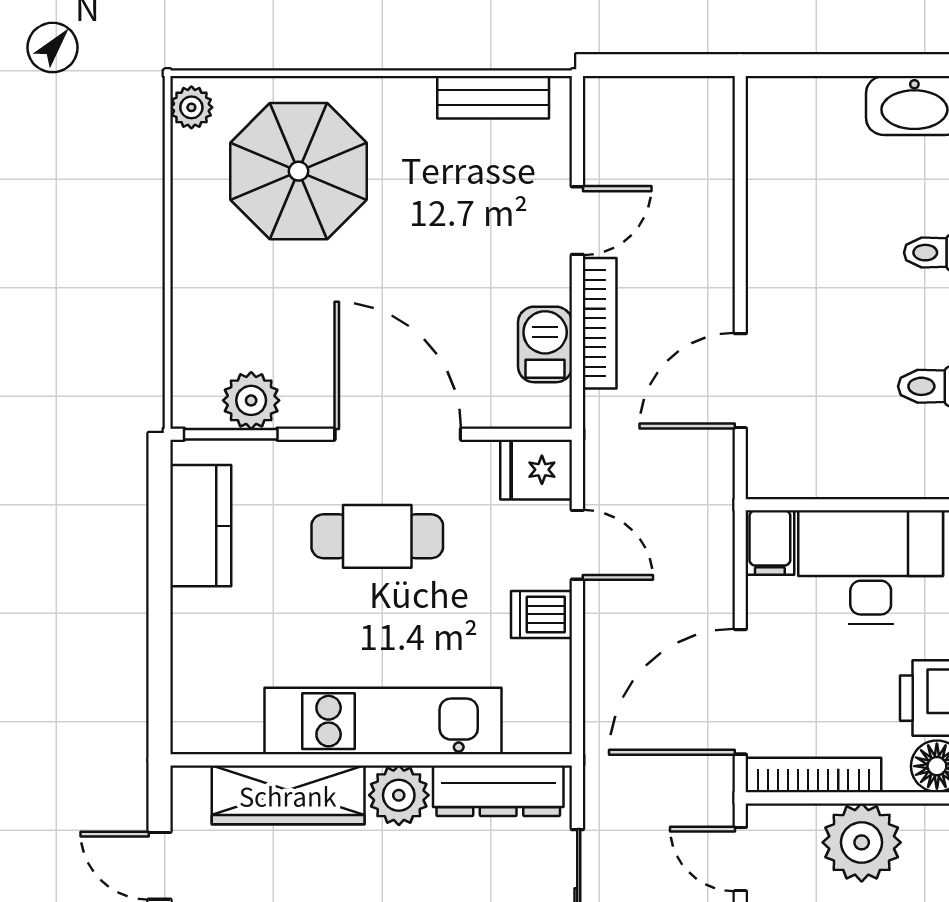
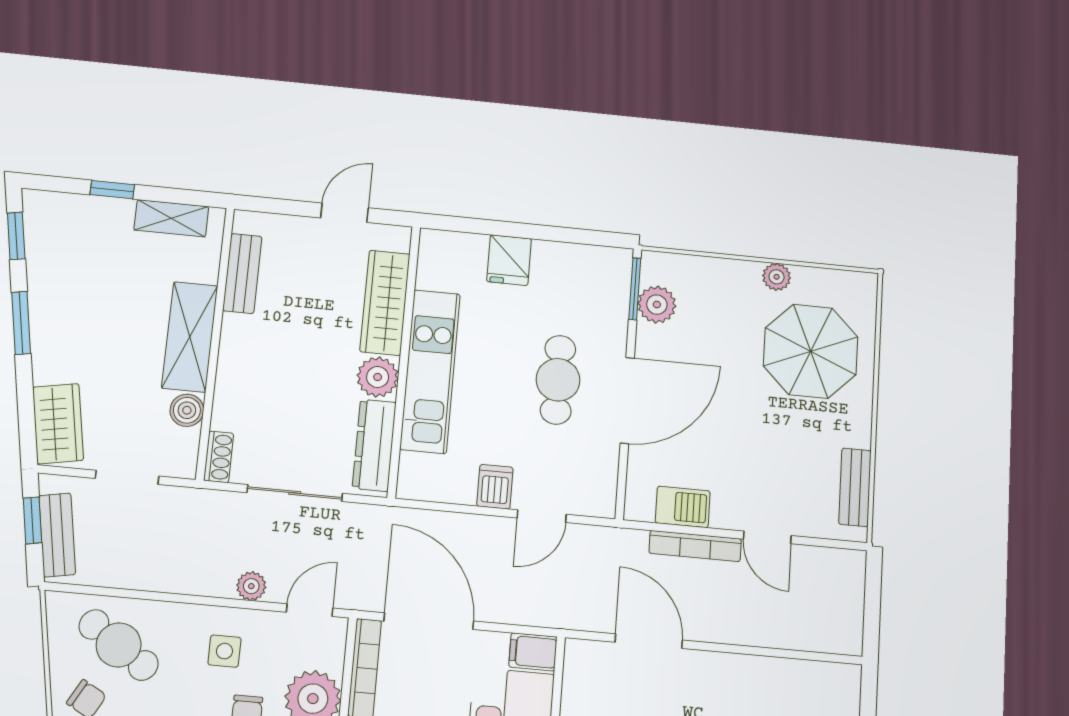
plant: (191, 107) -> (777, 277), moved
fridge: (536, 470) -> (509, 260), moved, turned 180
kitchen counter: (201, 526) -> (574, 263), removed

